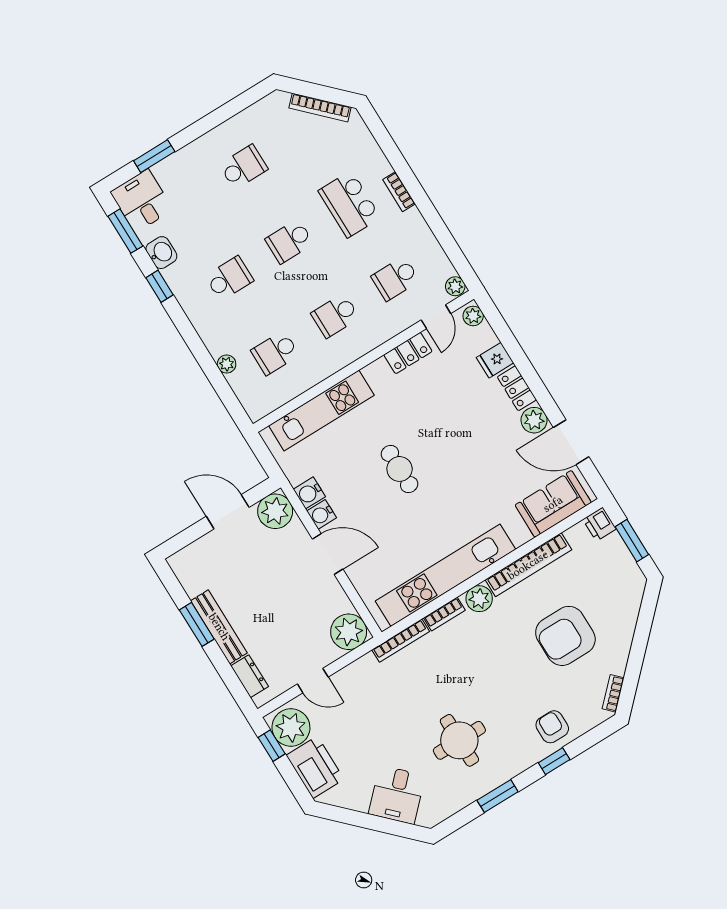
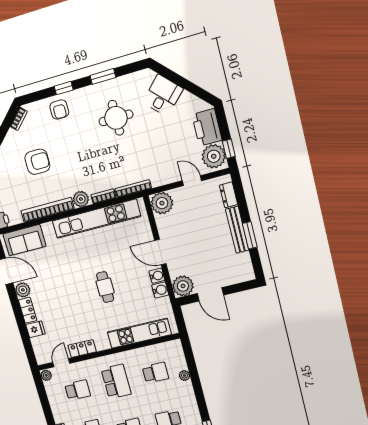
school desk: (335, 316) -> (116, 381), width x1.85
plant: (473, 316) -> (41, 357), removed
armchair: (565, 636) -> (37, 162), width x0.73, depth x0.73

